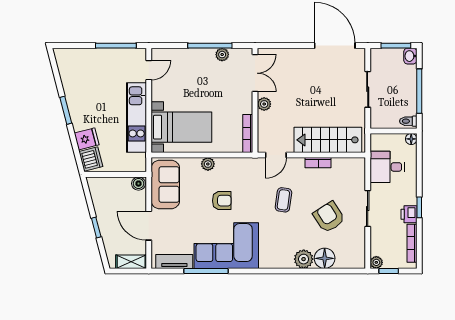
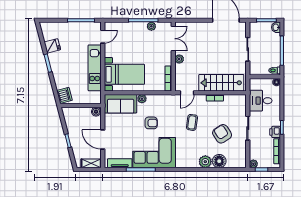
fridge: (87, 139) -> (52, 46), moved
sofa: (165, 185) -> (121, 104), moved, turned 90

